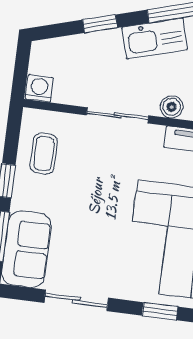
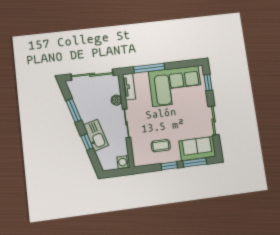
kitchen sink: (155, 38) -> (96, 135), moved
coffee table: (44, 153) -> (161, 146), moved

